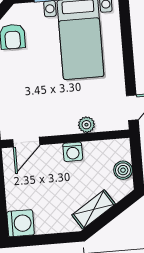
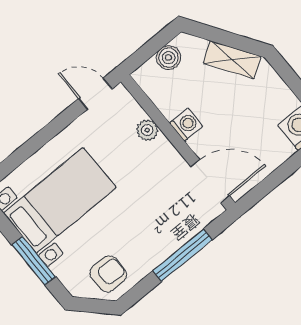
door: (26, 142) -> (210, 181), width x1.38

